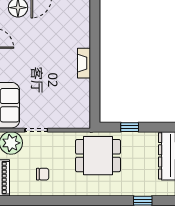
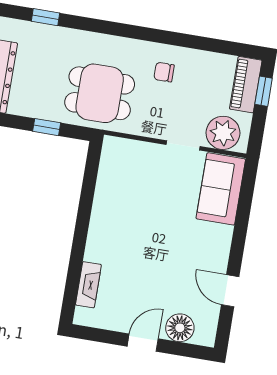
fireplace: (84, 63) -> (88, 285), moved
chair: (43, 174) -> (164, 72), moved

